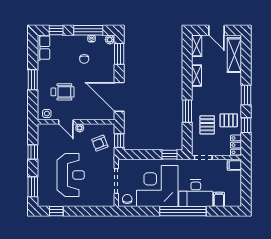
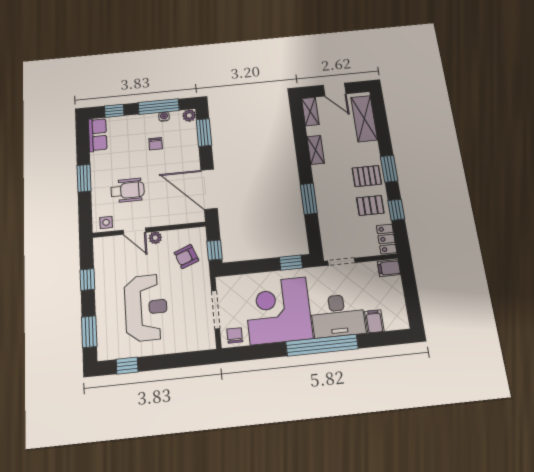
pallet: (207, 125) -> (367, 176), moved, turned 90

